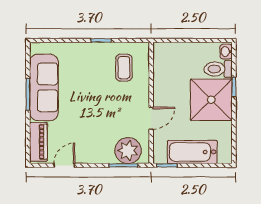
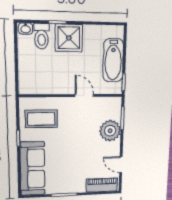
coffee table: (124, 68) -> (41, 119), width x1.36, depth x1.30
sofa: (44, 87) -> (33, 169), moved, turned 90
shower: (211, 100) -> (69, 38), width x0.73, depth x0.73
plant: (128, 151) -> (110, 131), moved

